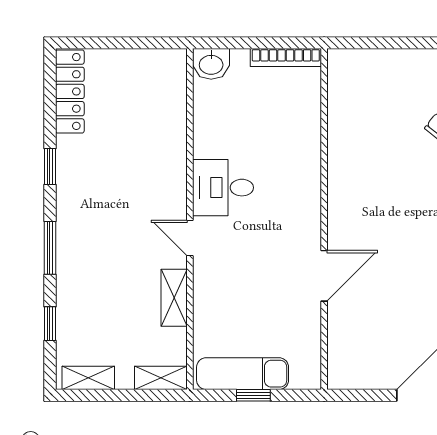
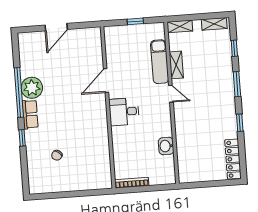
washbasin: (211, 64) -> (166, 146), moved, turned -90
desk: (223, 188) -> (124, 112), moved, turned 180
exam couch: (243, 374) -> (160, 62), moved, turned 90

